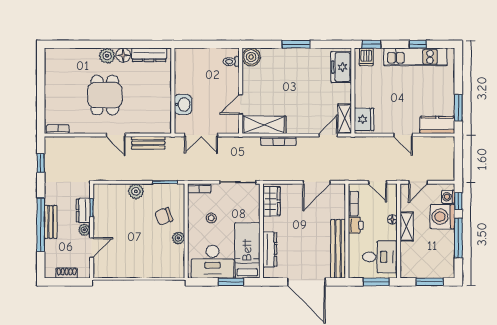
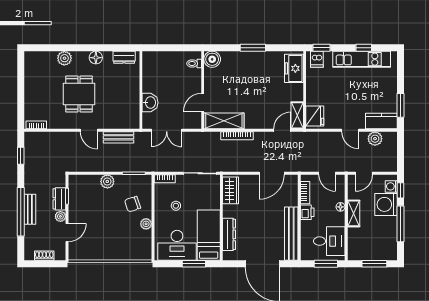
dresser: (149, 55) -> (124, 57), width x0.70
plant: (107, 56) -> (64, 58), moved
plant: (430, 144) -> (375, 139), added

